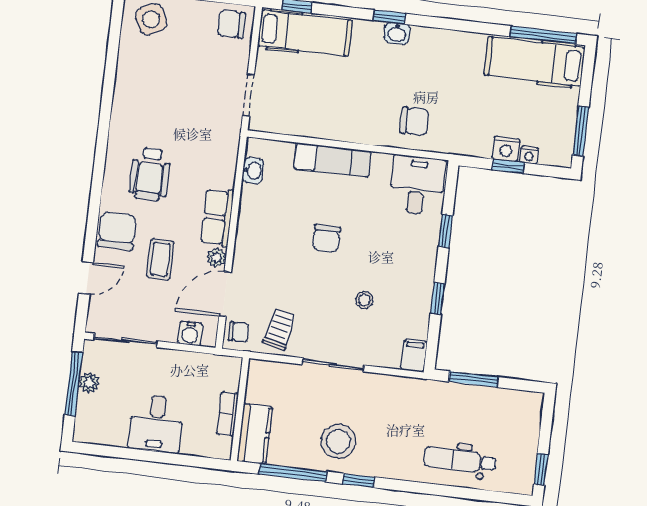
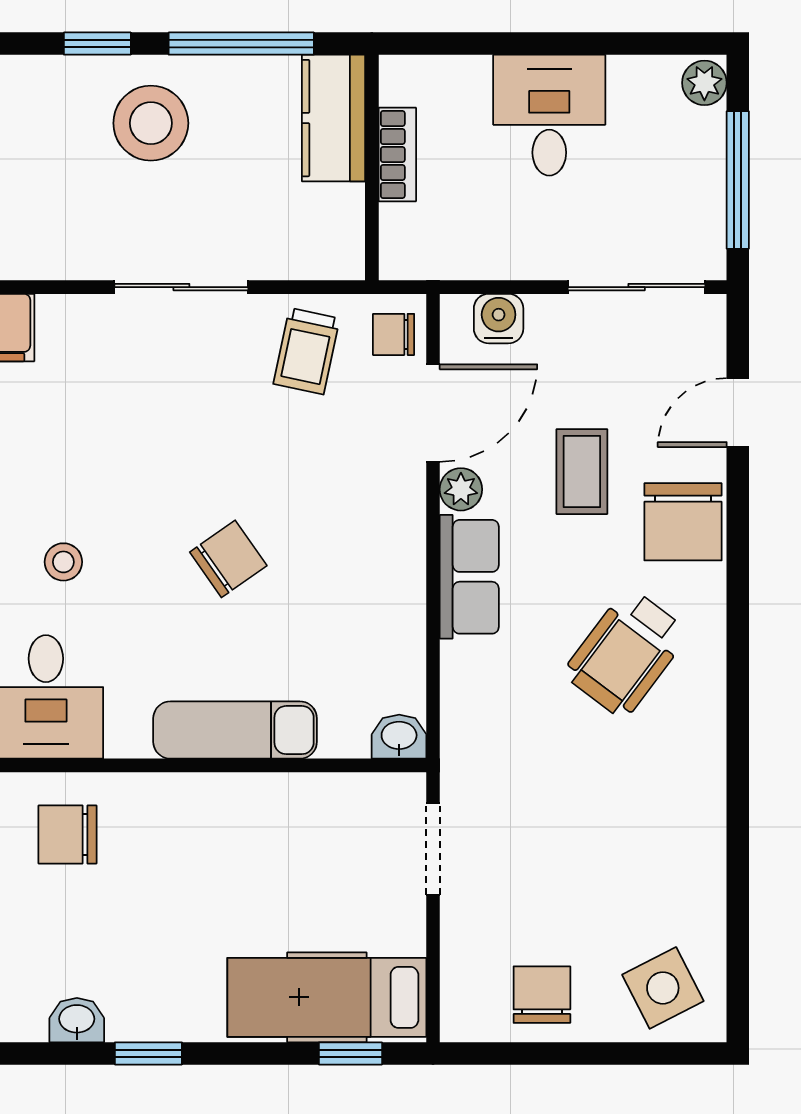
chair: (231, 24) -> (542, 995), moved, turned -90
washbasin: (397, 33) -> (77, 1020), moved
washbasin: (253, 171) -> (399, 737), moved, turned 90
wheelchair: (150, 174) -> (626, 653), turned -144
chair: (326, 238) -> (228, 559), turned 55
stool: (364, 300) -> (63, 562), moved
plant: (89, 383) -> (704, 83), moved

